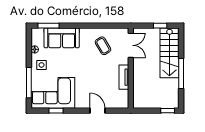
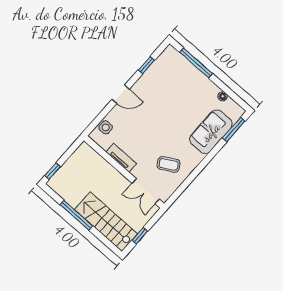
side table: (42, 65) -> (106, 127), moved
corner sofa: (53, 93) -> (166, 77), removed
door: (98, 111) -> (121, 94), moved

